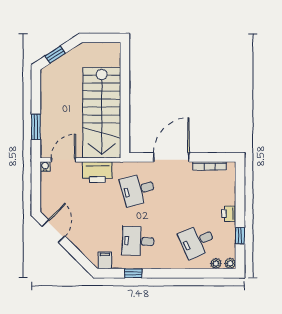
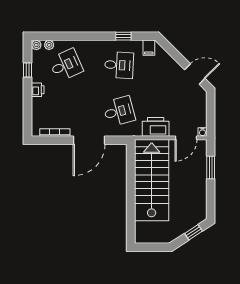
door: (54, 231) -> (195, 74), swing flipped

